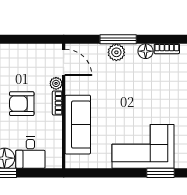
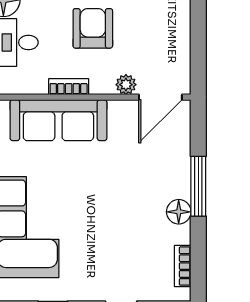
floor lamp: (146, 51) -> (179, 212), moved
plant: (116, 52) -> (177, 183), removed
bookcase: (57, 103) -> (69, 87), moved

